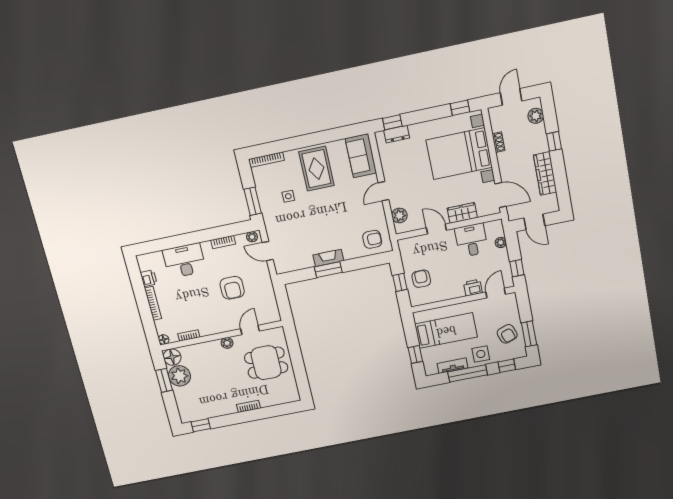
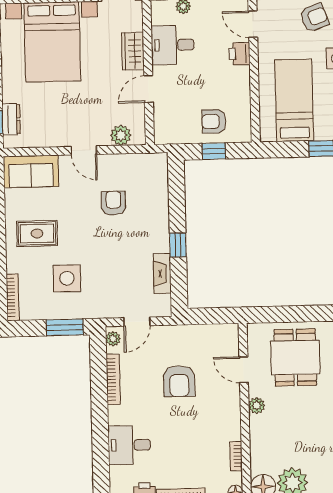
rug: (316, 169) -> (37, 233), width x0.73, depth x0.70
side table: (288, 196) -> (67, 278), width x1.87, depth x1.87
armchair: (372, 239) -> (113, 203), moved
bookcase: (223, 242) -> (113, 379), width x1.56
fireplace: (328, 258) -> (162, 273), moved
desk: (184, 261) -> (129, 445), width x0.73
window: (328, 270) -> (178, 245), width x0.67
armchair: (232, 288) -> (179, 381), turned 90

